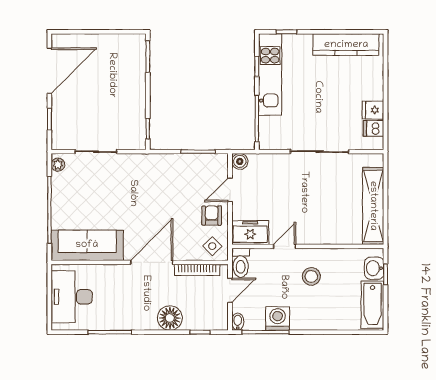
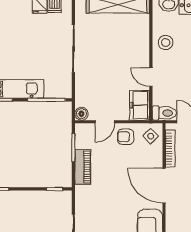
piano: (175, 163) -> (83, 167), added
door: (230, 190) -> (105, 122), hinge flipped
stool: (311, 276) -> (166, 43), moved

